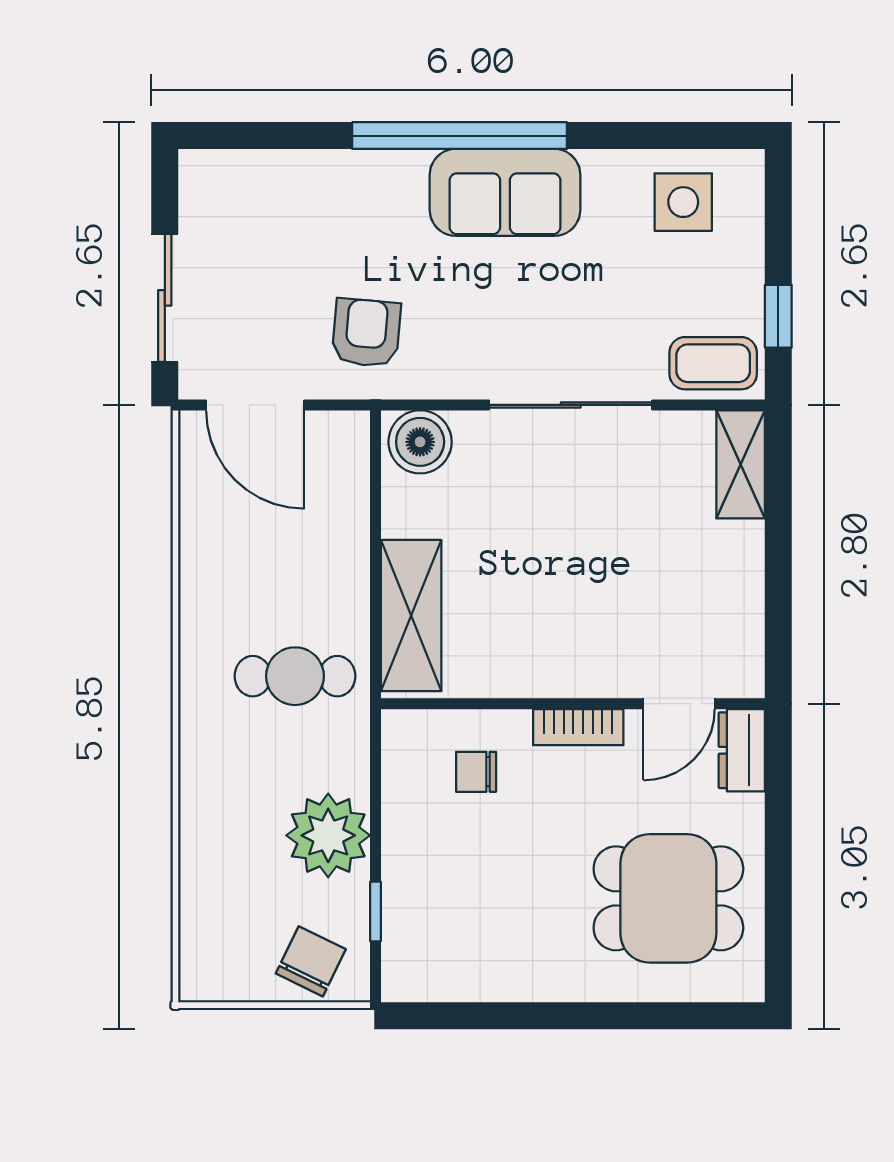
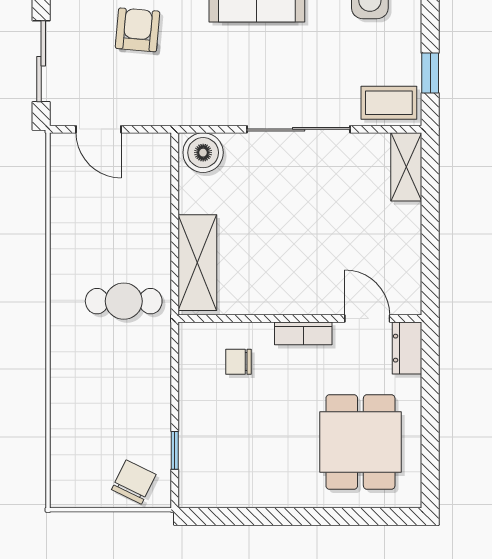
armchair: (366, 333) -> (138, 30), moved
door: (255, 405) -> (99, 129), width x0.73
door: (679, 704) -> (367, 319), swing flipped
plant: (328, 835) -> (145, 402), removed
dining table: (668, 898) -> (360, 442), turned 90

